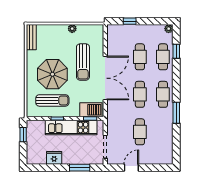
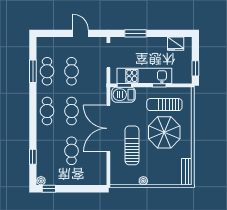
window: (130, 21) -> (49, 189), moved
cafe table: (163, 57) -> (47, 71), moved
window: (176, 113) -> (33, 71), moved
fridge: (54, 158) -> (176, 44), moved
door: (131, 168) -> (81, 33), swing flipped

